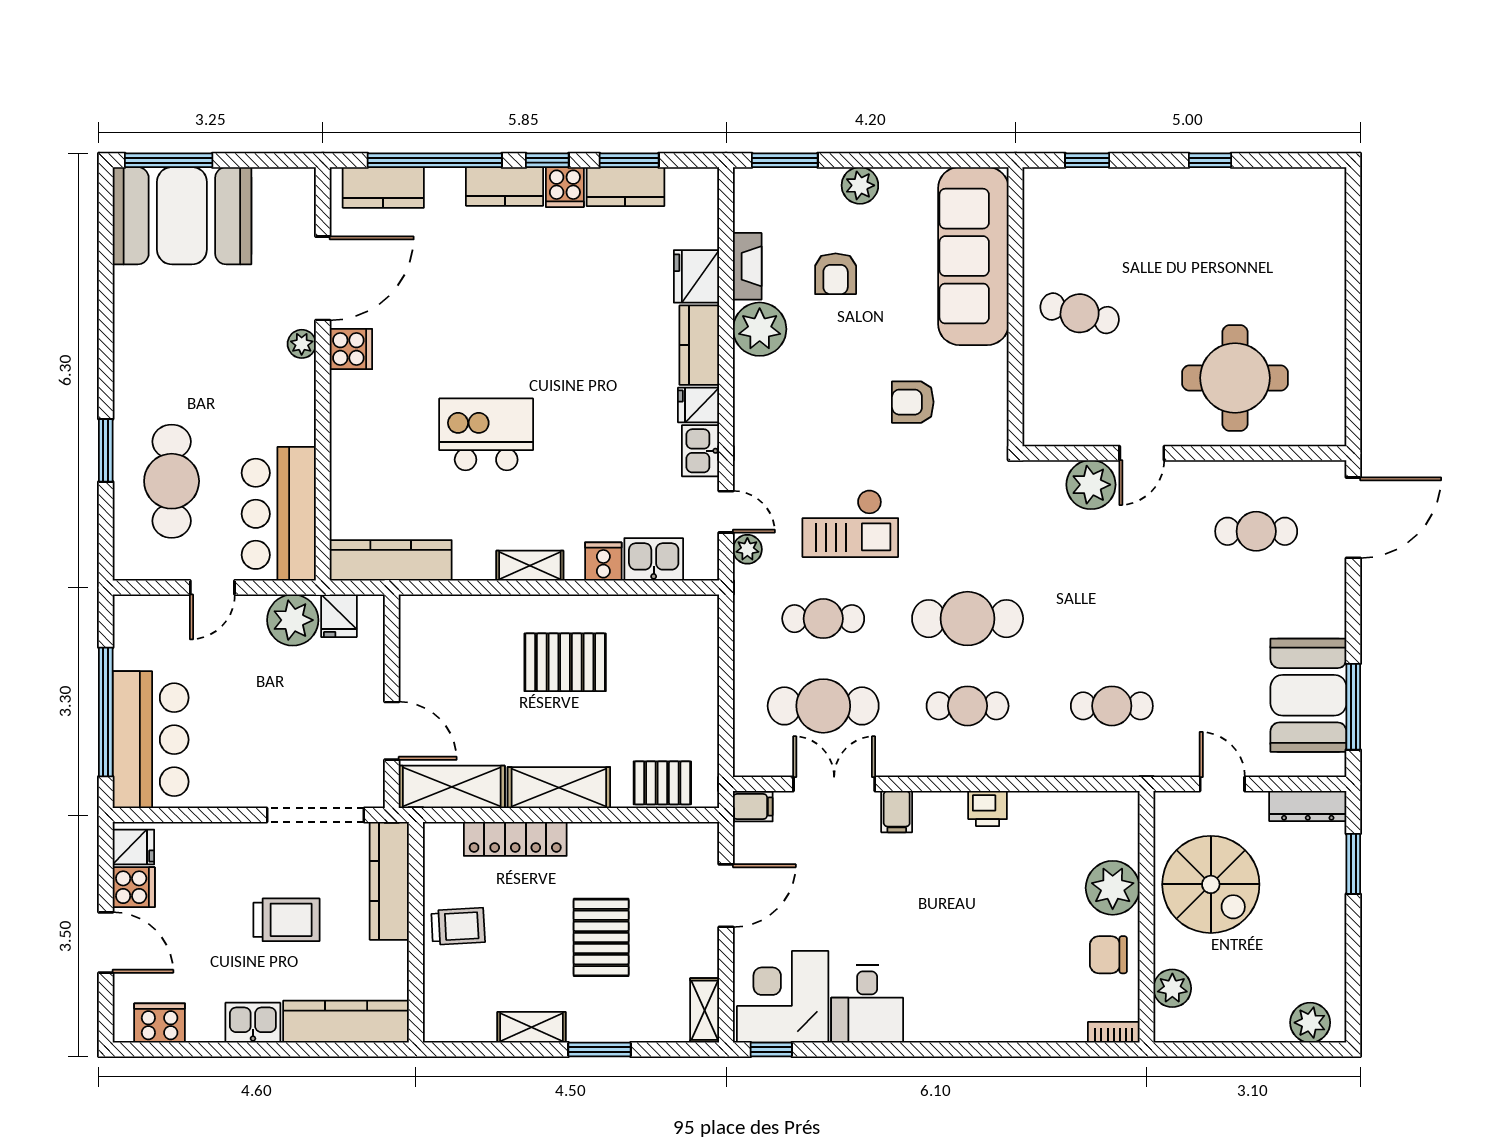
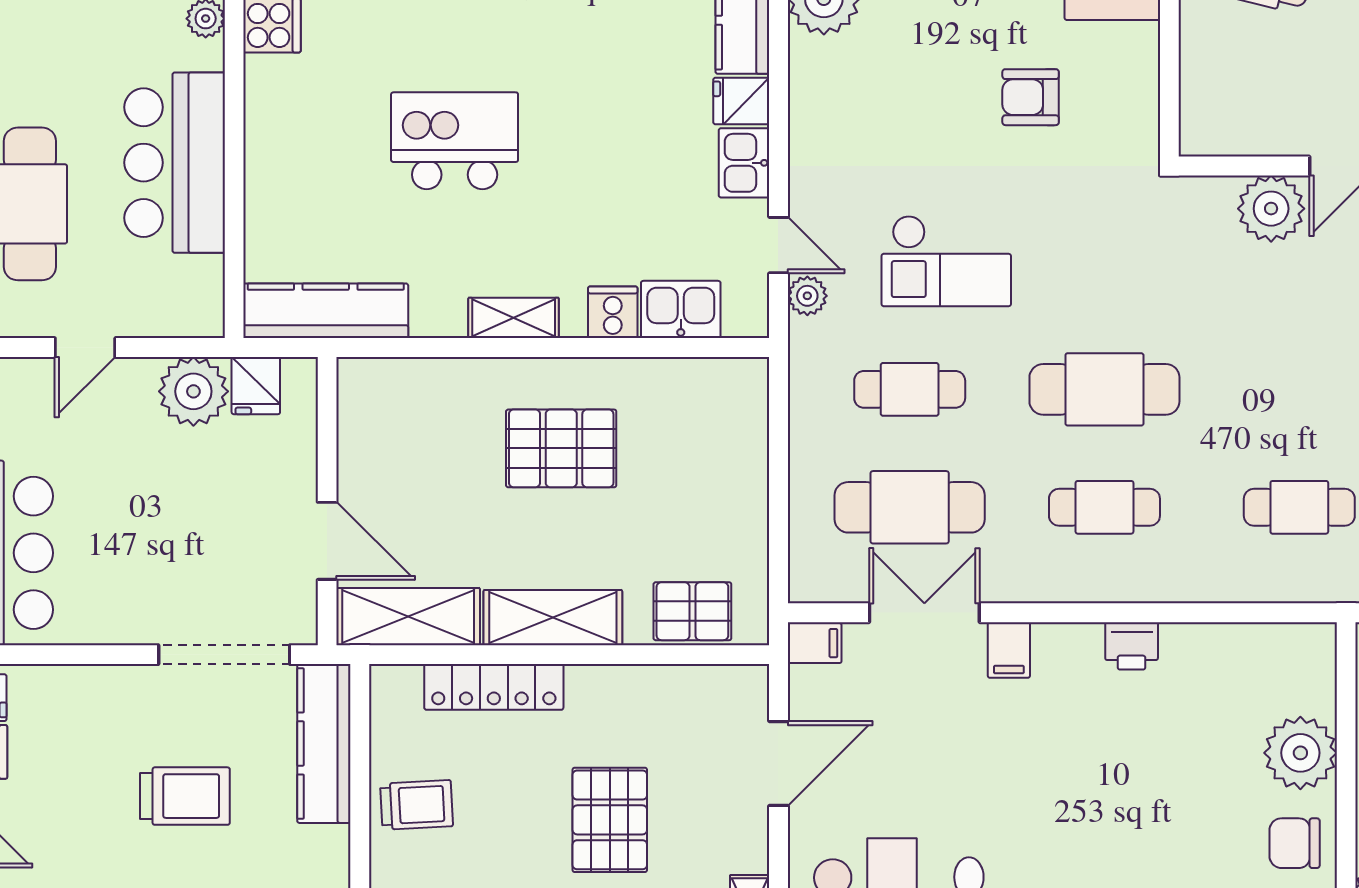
bar counter: (279, 514) -> (175, 163), moved

